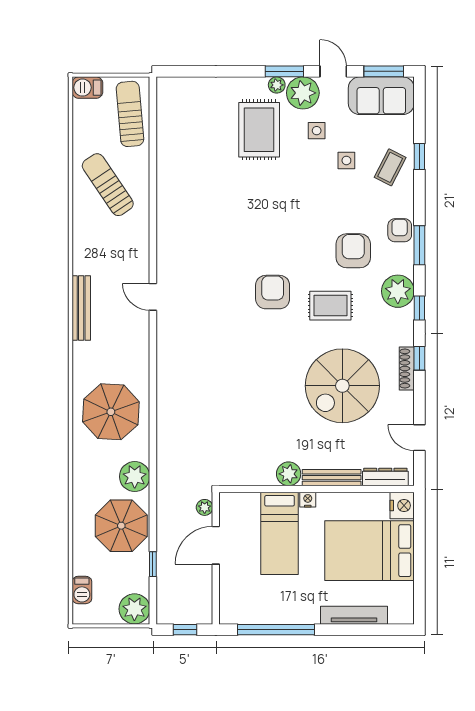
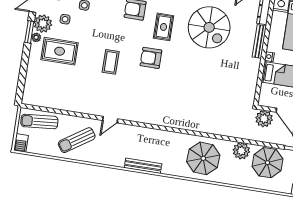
coffee table: (254, 222) -> (111, 62), added
door: (153, 297) -> (110, 120), moved
plant: (289, 474) -> (253, 65), removed
plant: (205, 507) -> (264, 119), width x1.88, depth x1.88

